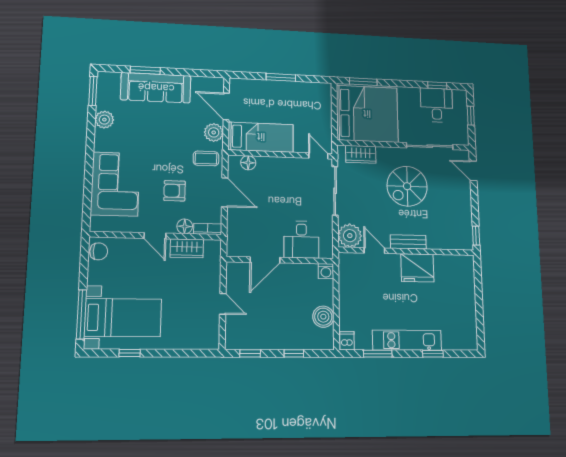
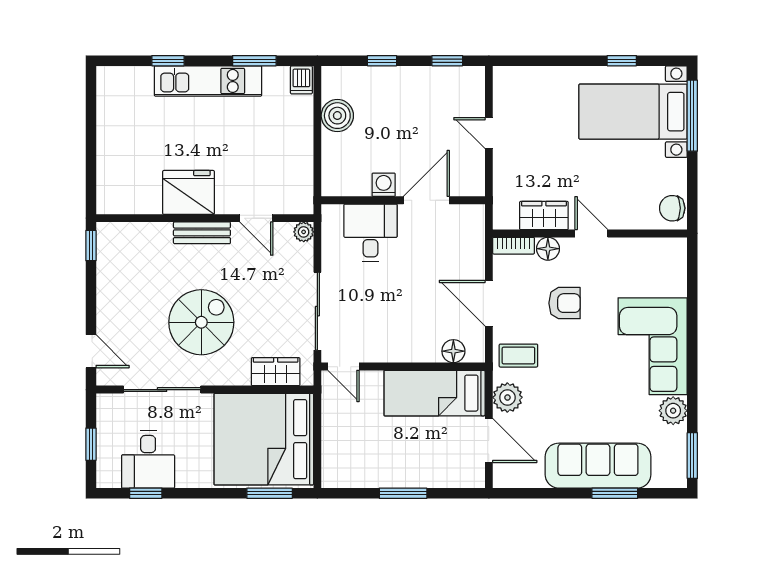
corner sofa: (115, 184) -> (653, 346), moved
plant: (350, 236) -> (304, 232), width x0.53, depth x0.53
washing machine: (326, 271) -> (384, 185), moved

